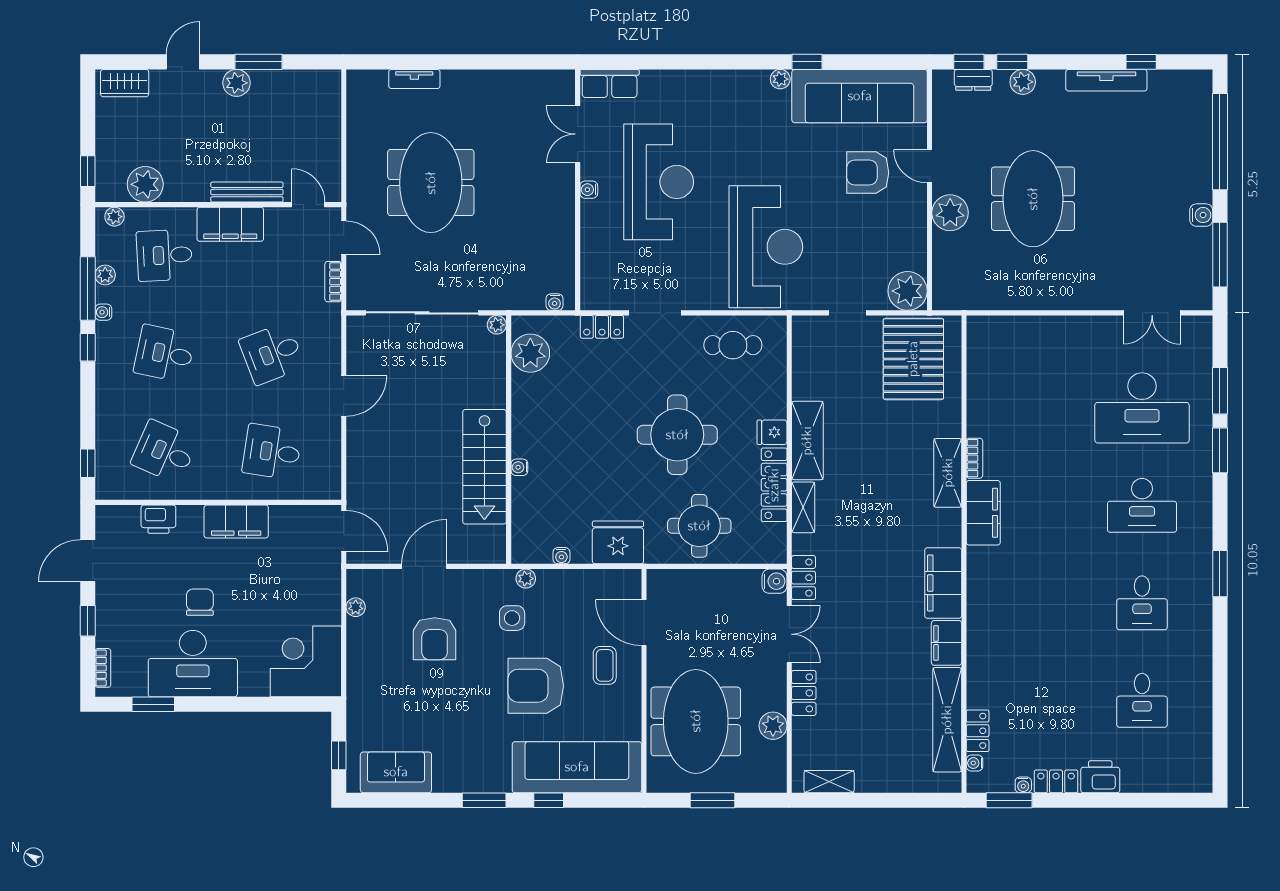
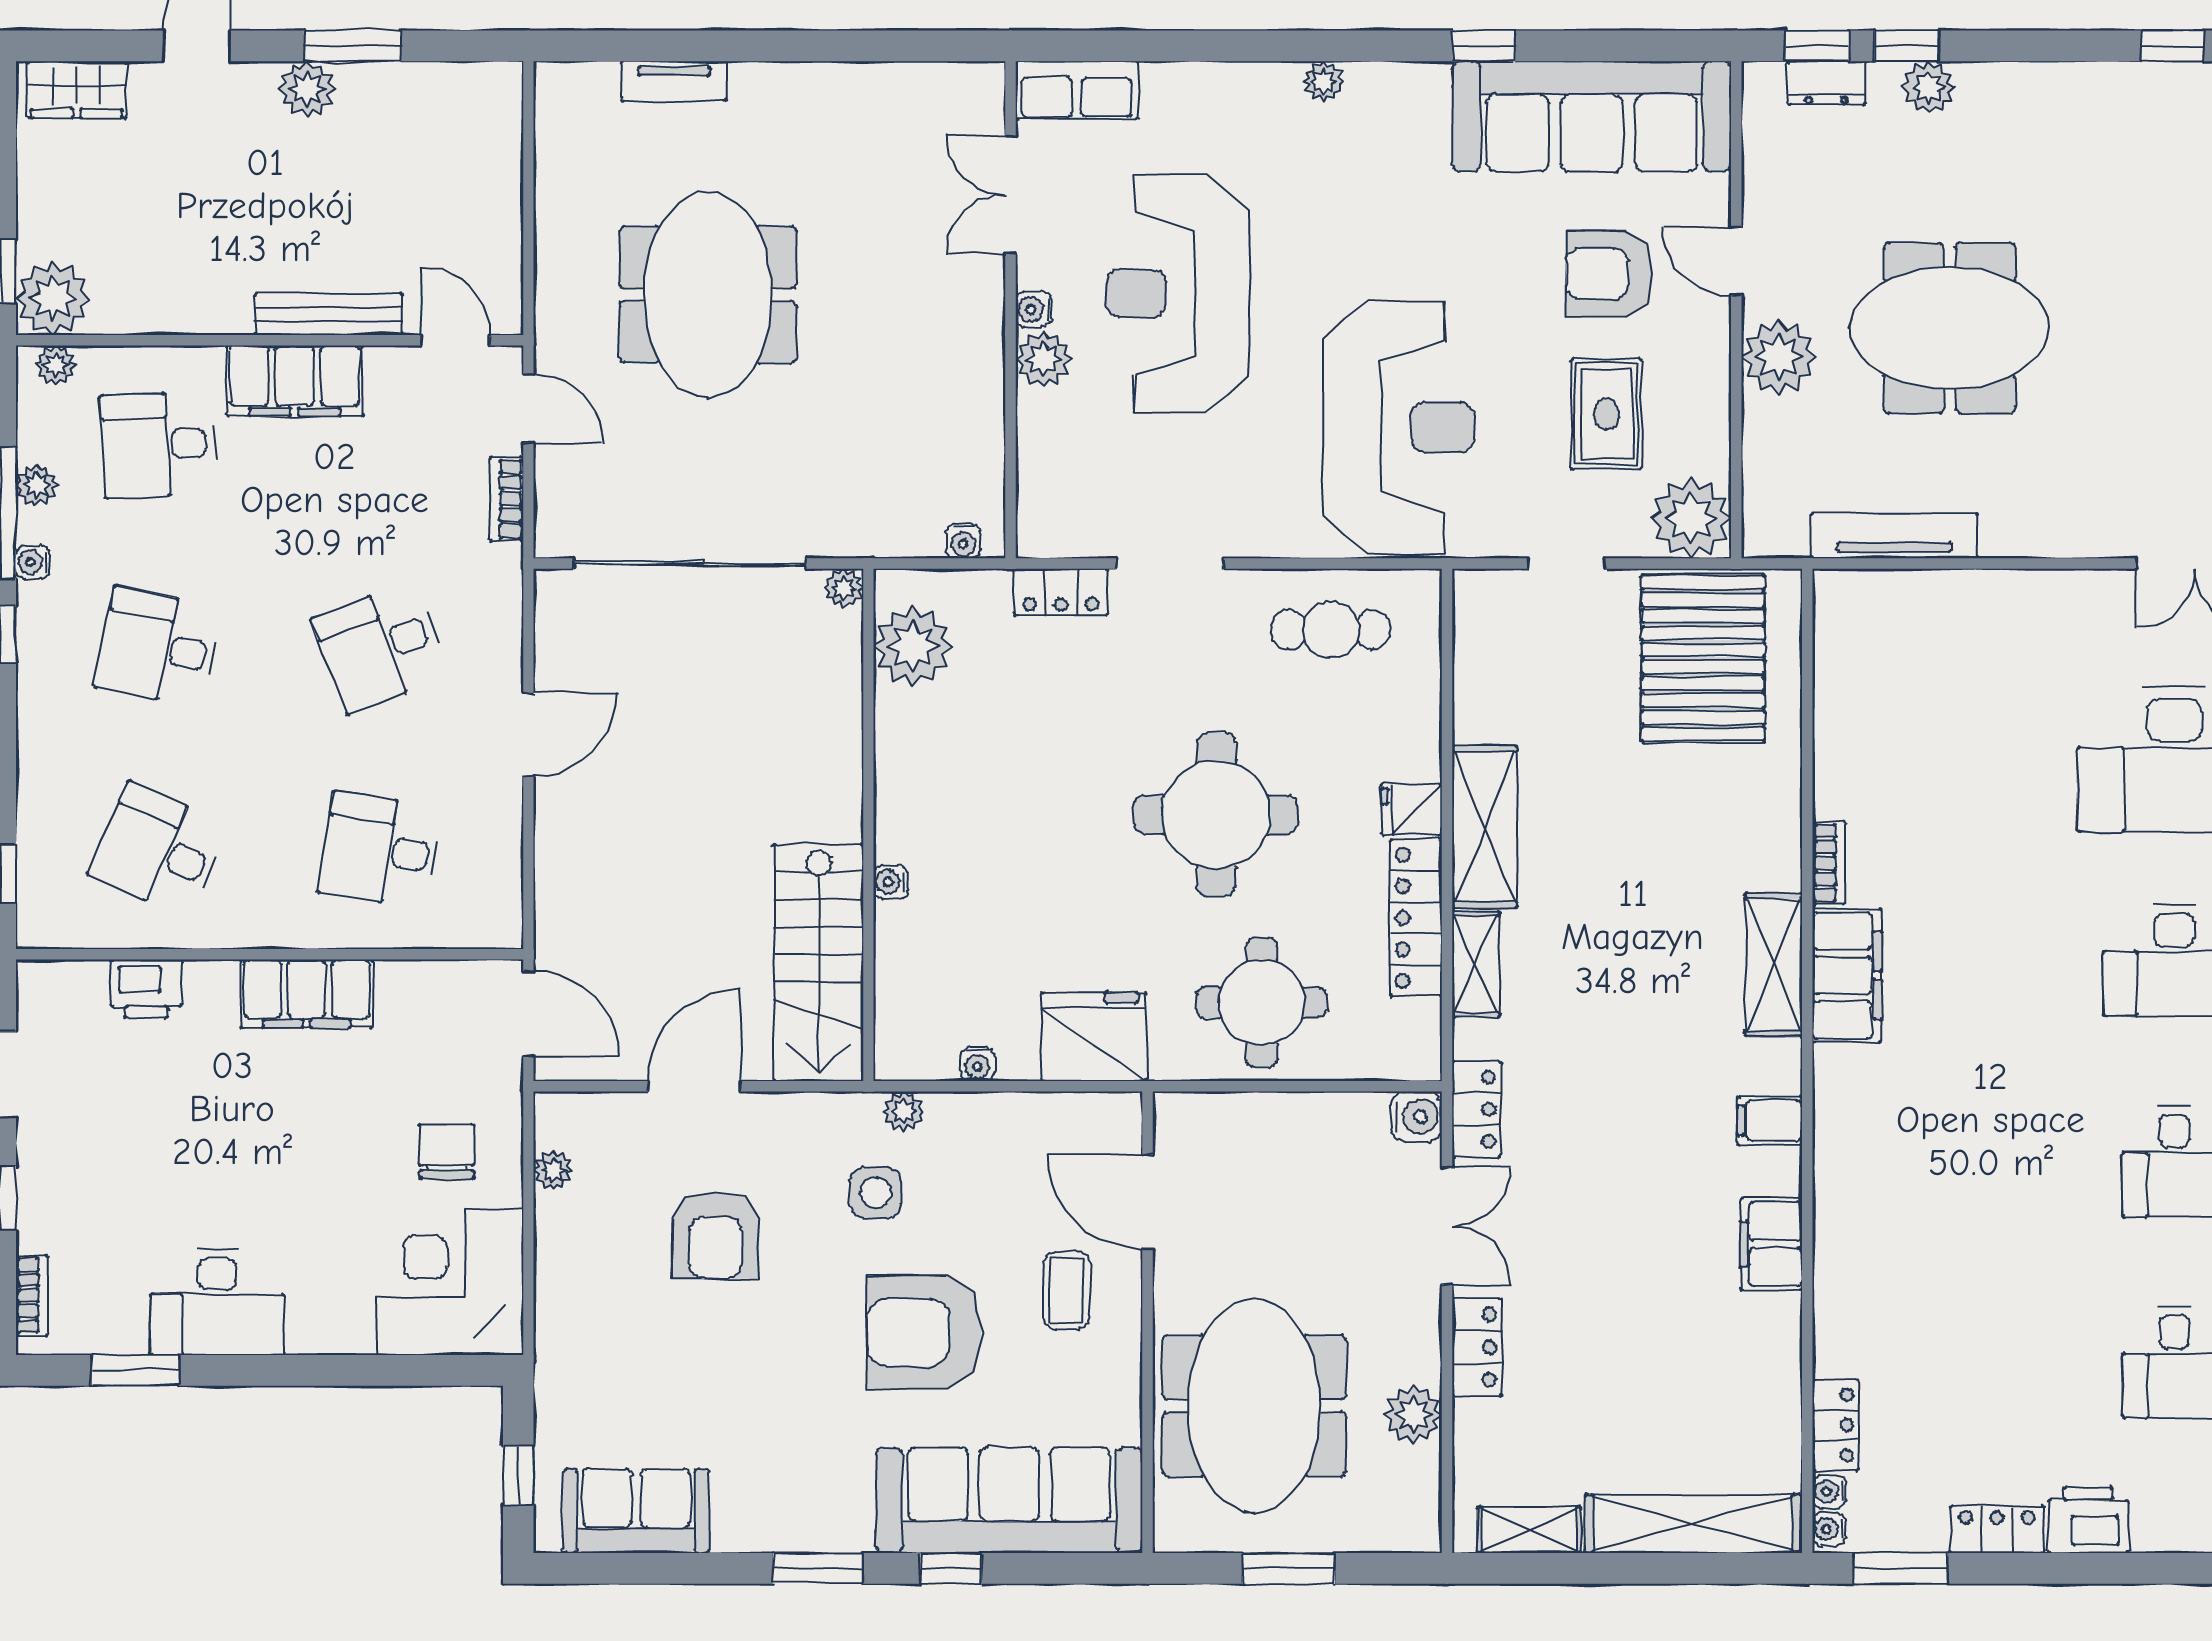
plant: (780, 79) -> (1324, 81), moved
tv unit: (1106, 80) -> (1894, 536), moved, turned 180
reception desk: (659, 182) -> (1178, 293), turned 180
plant: (145, 184) -> (53, 298), moved
meeting table: (1033, 199) -> (1950, 328), turned 90
plant: (593, 214) -> (1043, 359), added
rug: (867, 240) -> (1606, 414), added
stairs: (484, 467) -> (819, 963), moved
shelving: (948, 473) -> (1774, 965), moved
filing cabinet: (943, 583) -> (1770, 1120), width x0.33, depth x0.86
chair: (200, 602) -> (447, 1151), moved
desk: (193, 664) -> (217, 1302), width x0.73, depth x0.77
shelving: (947, 720) -> (1693, 1524), moved, turned 90
water cooler: (1023, 785) -> (1829, 1529), moved, turned 90

